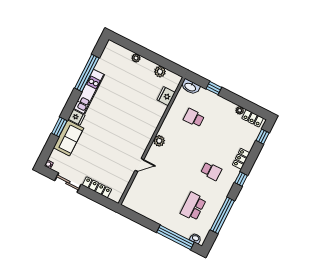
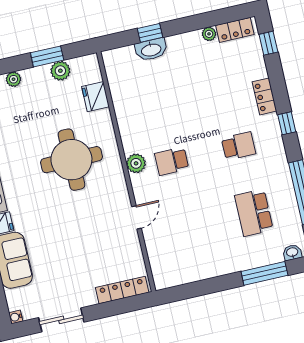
window: (159, 60) -> (47, 56), added
washbasin: (190, 87) -> (151, 50), moved
round table: (132, 115) -> (71, 160), added
school desk: (194, 118) -> (172, 161), moved
locker: (97, 187) -> (122, 290), moved
window: (175, 237) -> (264, 273), width x0.68

